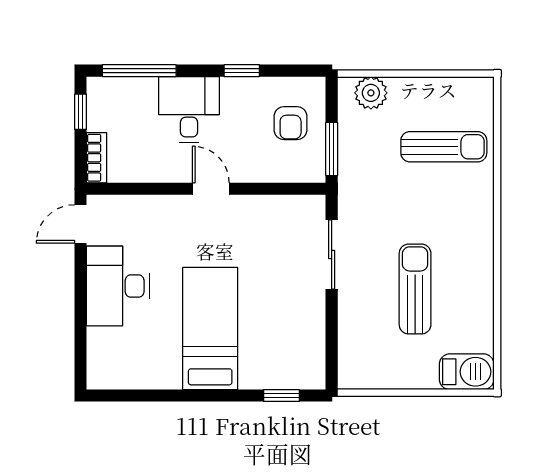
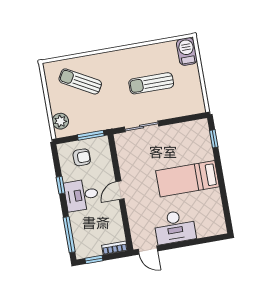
desk: (189, 109) -> (81, 195), moved
sun lounger: (444, 147) -> (80, 81), turned -61

